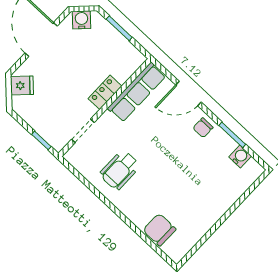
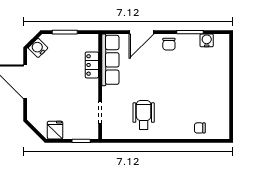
fridge: (22, 85) -> (55, 130), moved, turned -45
locker: (105, 92) -> (92, 65), moved
wheelchair: (120, 170) -> (144, 115), turned 180
chair: (159, 230) -> (200, 128), width x0.54, depth x0.54

